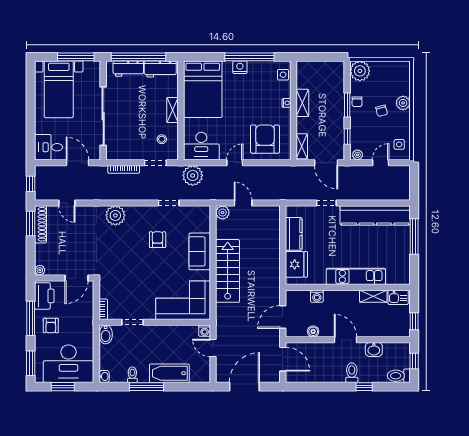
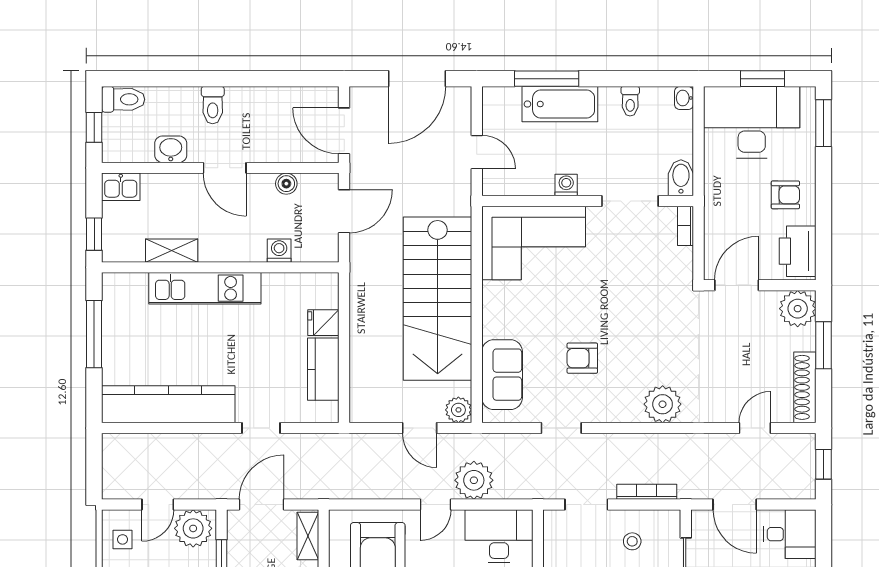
stool: (162, 139) -> (632, 541), moved
plant: (357, 155) -> (193, 528), width x1.88, depth x1.88
door: (326, 163) -> (262, 505), hinge flipped
plant: (193, 175) -> (474, 480), moved
door: (67, 203) -> (755, 428), hinge flipped
window: (31, 223) -> (824, 345), moved
window: (414, 236) -> (94, 334), moved
armchair: (158, 240) -> (582, 358), turned 90
sofa: (200, 251) -> (502, 375), moved
fridge: (296, 264) -> (323, 323), width x0.53, depth x0.75
plant: (40, 270) -> (798, 309), width x1.87, depth x1.87
stairs: (228, 271) -> (438, 299), width x1.36, depth x1.51
kitchen sink: (398, 297) -> (121, 187), moved, turned 180
window: (31, 318) -> (824, 208), removed
window: (414, 321) -> (94, 234), moved
doorway: (132, 322) -> (630, 201), width x1.38
armchair: (51, 325) -> (785, 195), turned 90
washing machine: (205, 331) -> (566, 185), moved
window: (147, 387) -> (547, 79), moved
window: (364, 387) -> (189, 79), removed

